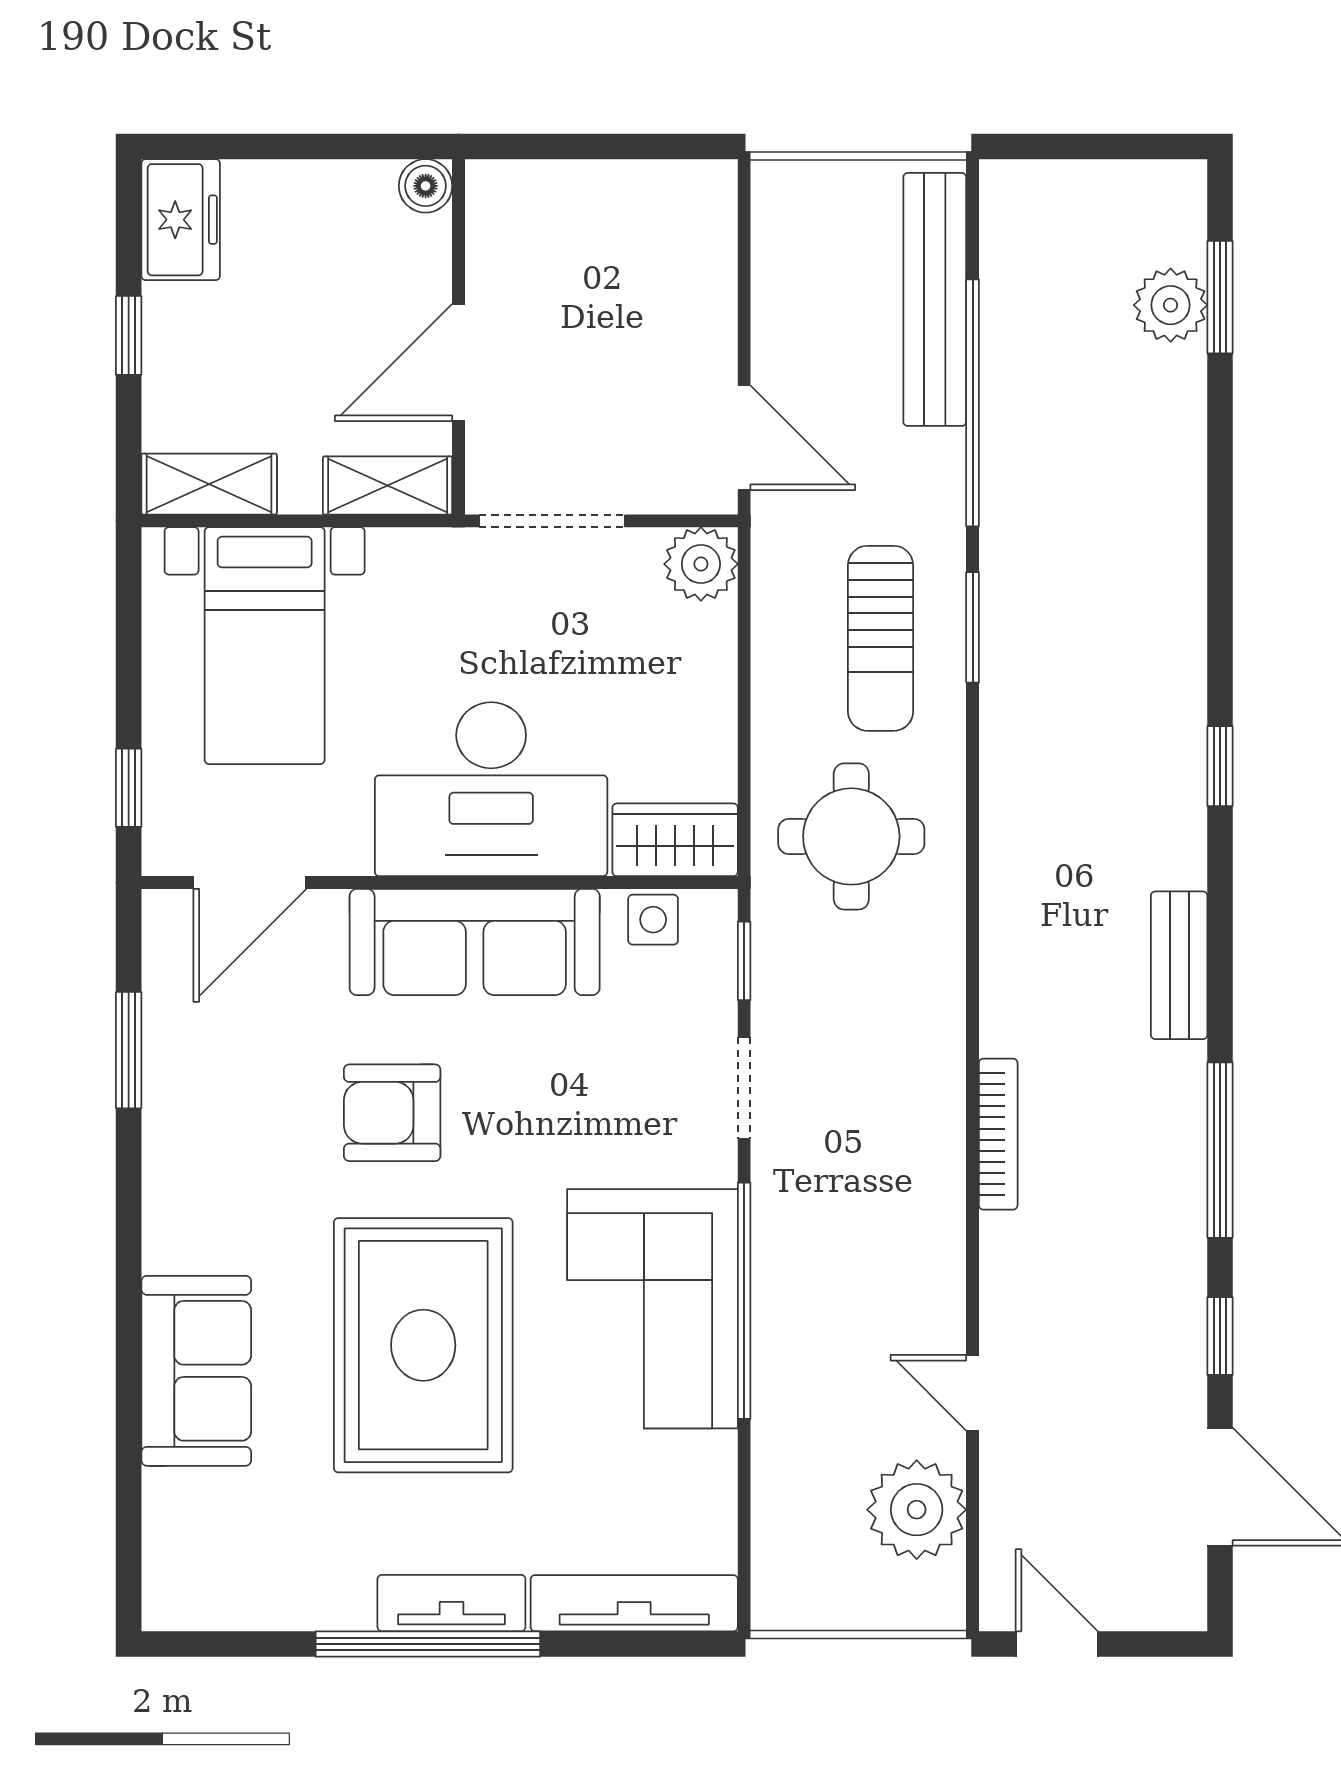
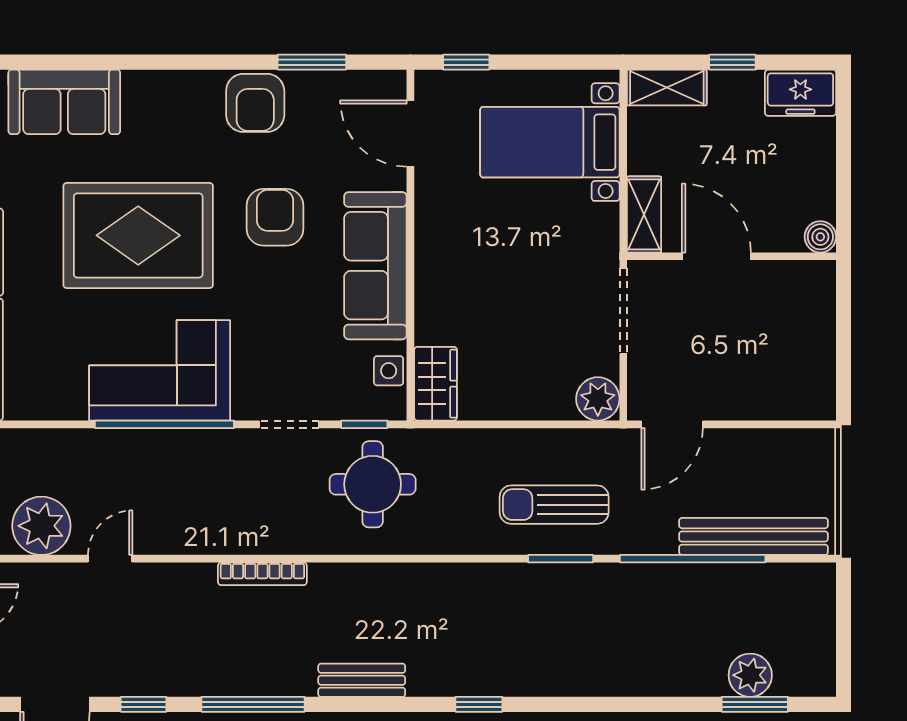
shelving: (209, 484) -> (667, 88), moved, turned 90
desk: (491, 789) -> (465, 275), removed
round table: (851, 836) -> (373, 484), moved
armchair: (198, 1146) -> (255, 103), added
sofa: (196, 1371) -> (64, 102), moved

